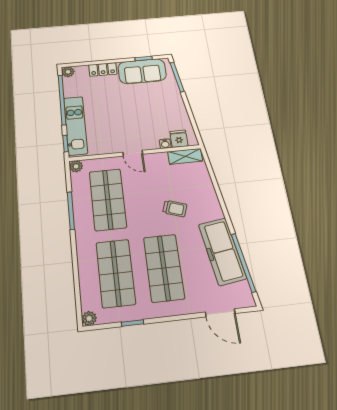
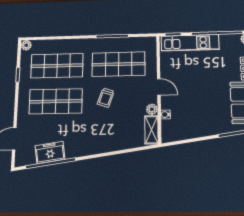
fridge: (179, 139) -> (169, 127), removed
door: (133, 153) -> (159, 87), swing flipped
plant: (76, 166) -> (152, 109), moved
trolley: (175, 209) -> (106, 98), moved
freezer: (222, 251) -> (50, 152), width x0.52, depth x0.79

